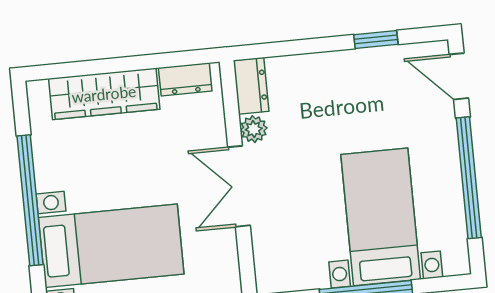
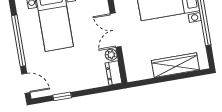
dresser: (185, 79) -> (142, 74), removed
double door: (239, 186) -> (116, 30), swing flipped

